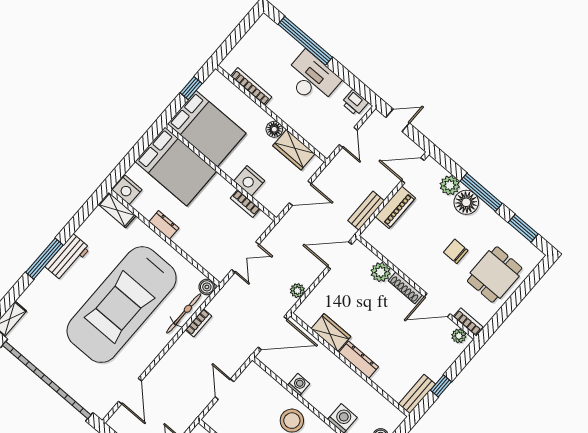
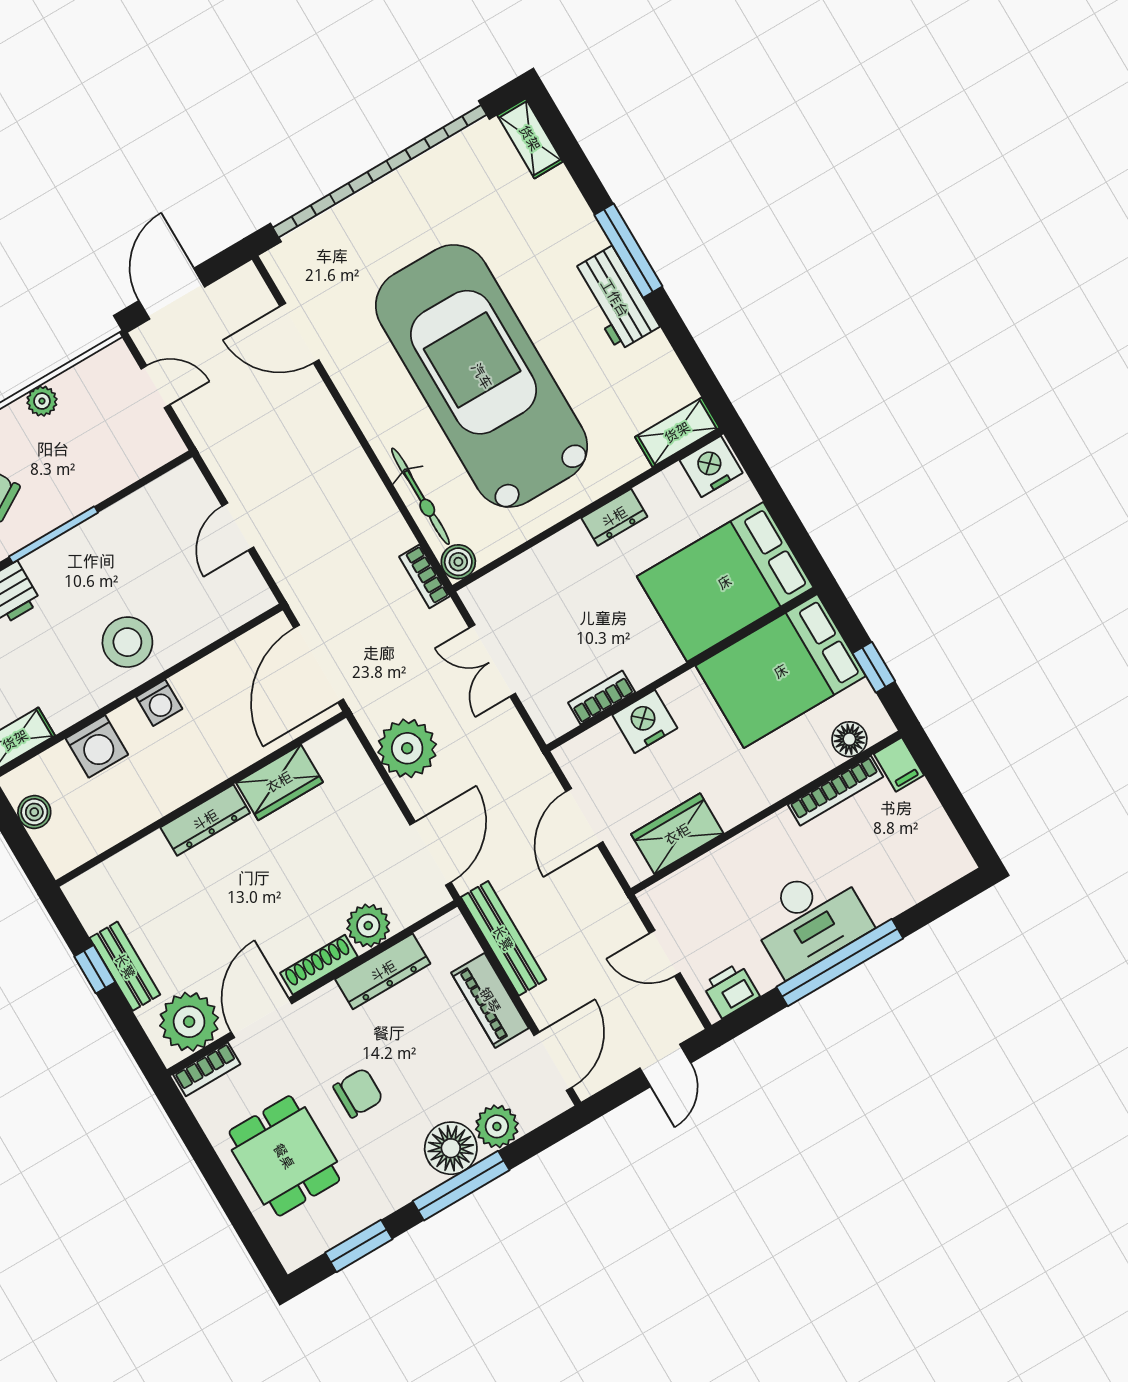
window: (305, 41) -> (840, 963), moved
filing cabinet: (230, 63) -> (899, 765), added
floor lamp: (274, 129) -> (849, 739), moved
bench: (366, 211) -> (503, 938), width x1.36
dresser: (399, 259) -> (383, 971), added
plant: (297, 291) -> (407, 748), width x1.88, depth x1.88
bookcase: (198, 323) -> (424, 576), moved
plant: (459, 336) -> (189, 1022), width x1.87, depth x1.87
washing machine: (299, 384) -> (159, 703), moved
door: (224, 389) -> (238, 527), swing flipped
bench: (417, 394) -> (125, 966), moved

